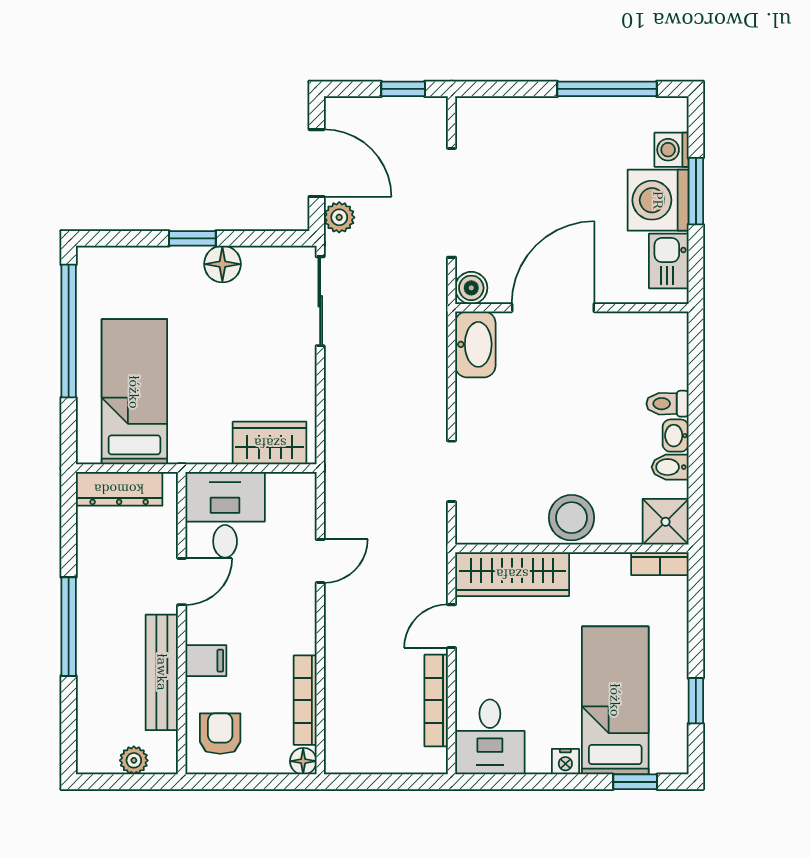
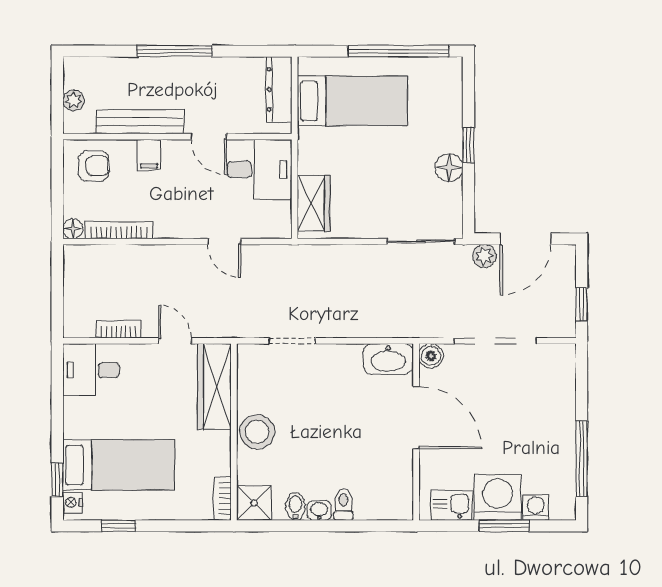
bookcase: (436, 700) -> (119, 329), width x0.64
nightstand: (565, 762) -> (72, 503), moved

